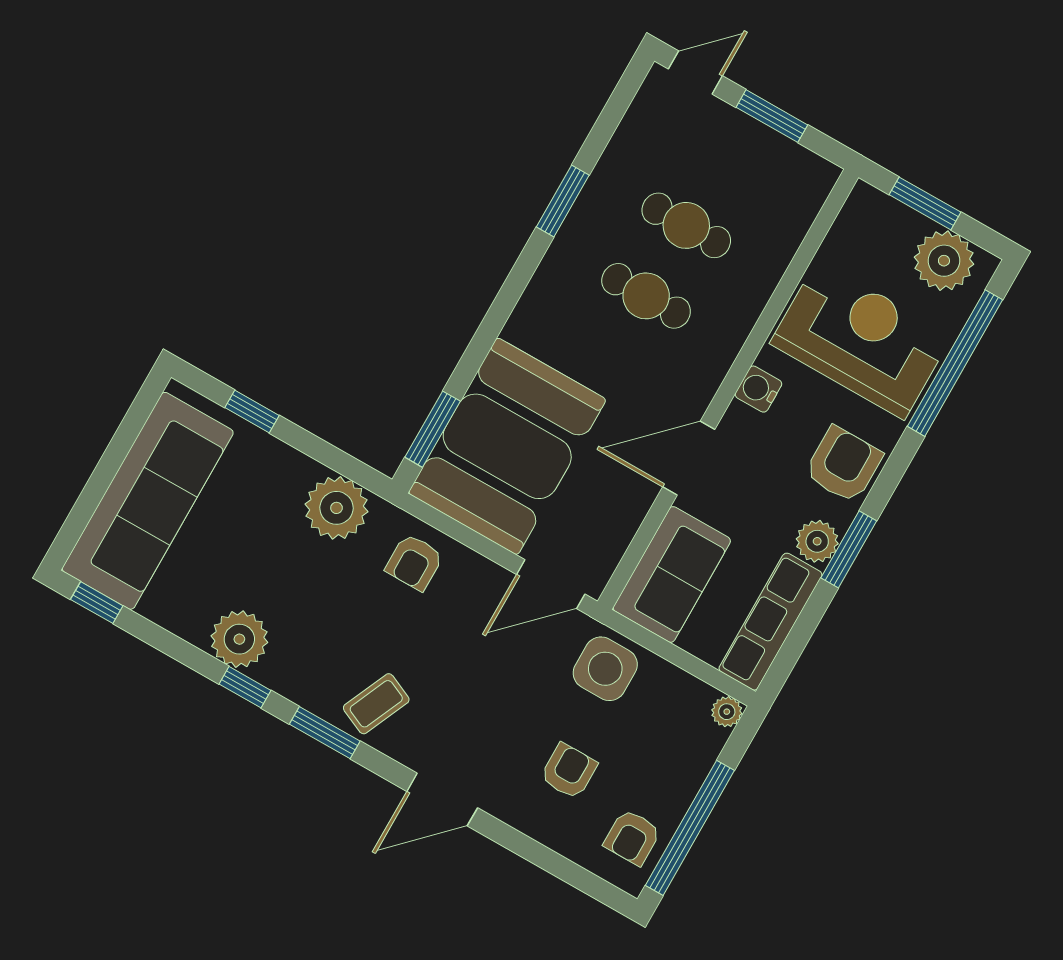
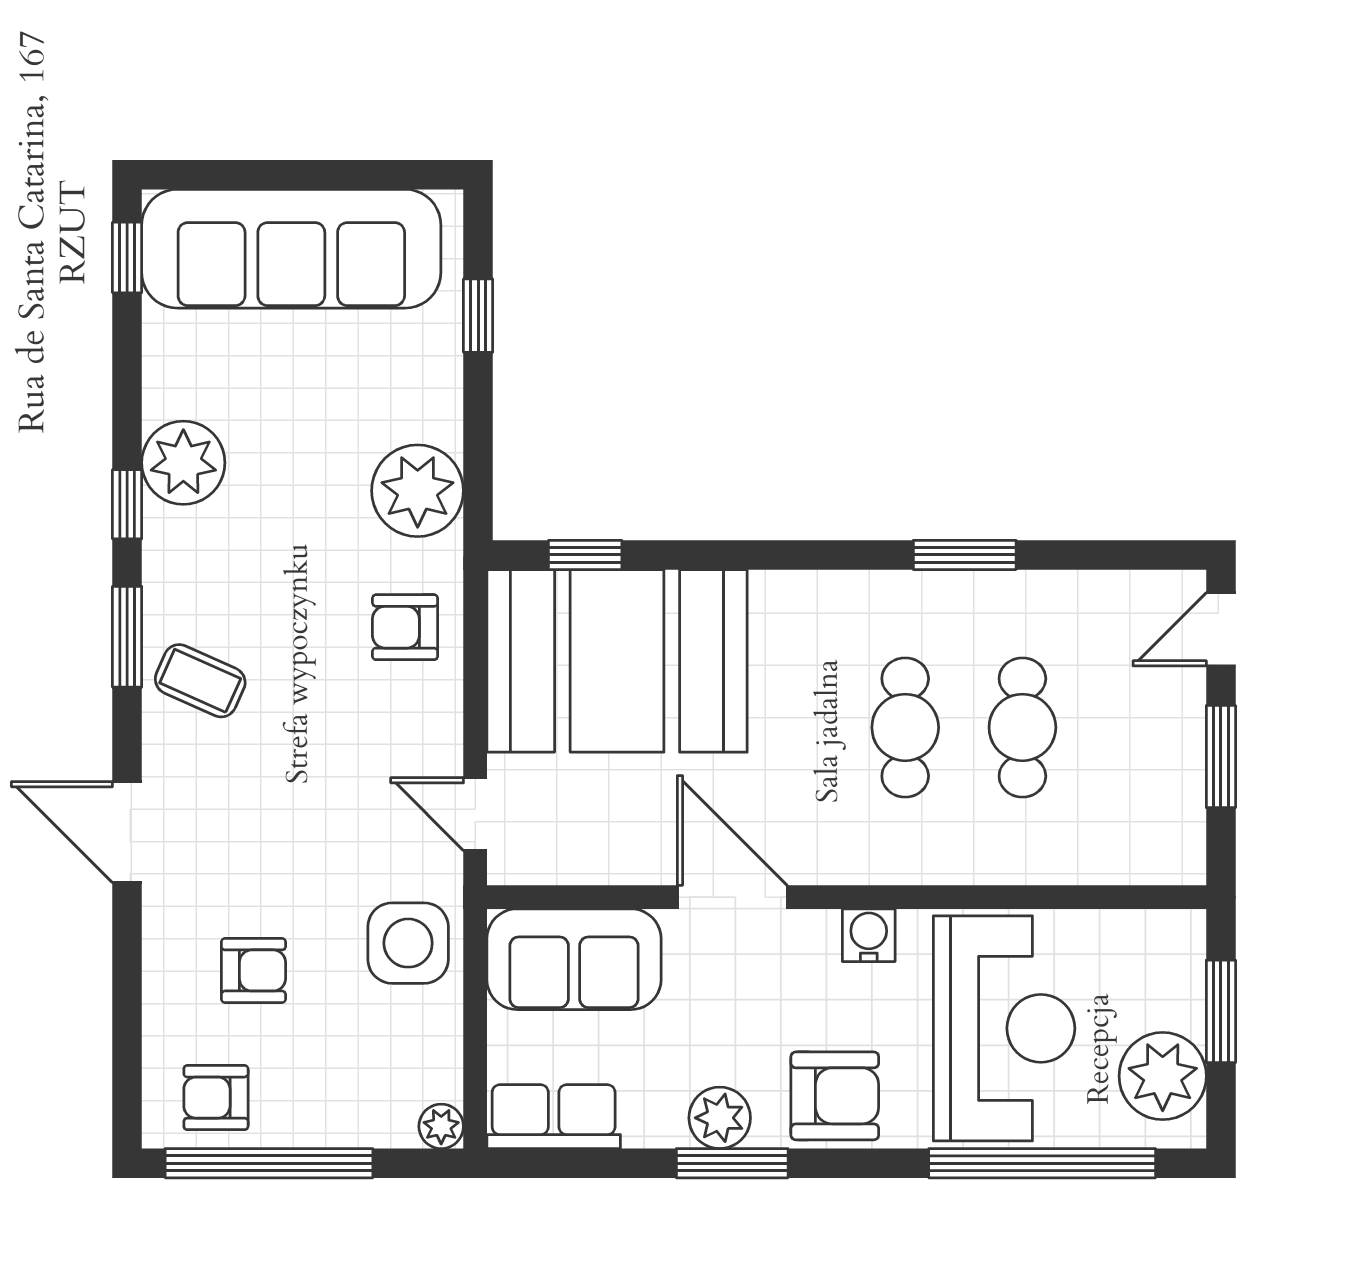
door: (695, 72) -> (1221, 629), swing flipped
window: (433, 429) -> (585, 555), width x0.67
door: (551, 584) -> (475, 814), width x0.73
row of seats: (770, 622) -> (554, 1117), width x0.68

